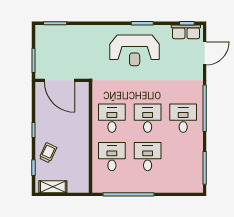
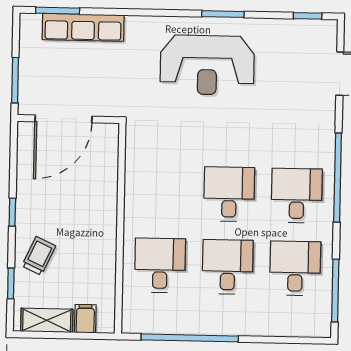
row of seats: (186, 32) -> (83, 27), moved, width x1.48
door: (59, 80) -> (63, 119), hinge flipped
desk: (112, 118) -> (295, 268), moved
filing cabinet: (73, 185) -> (85, 319), added

